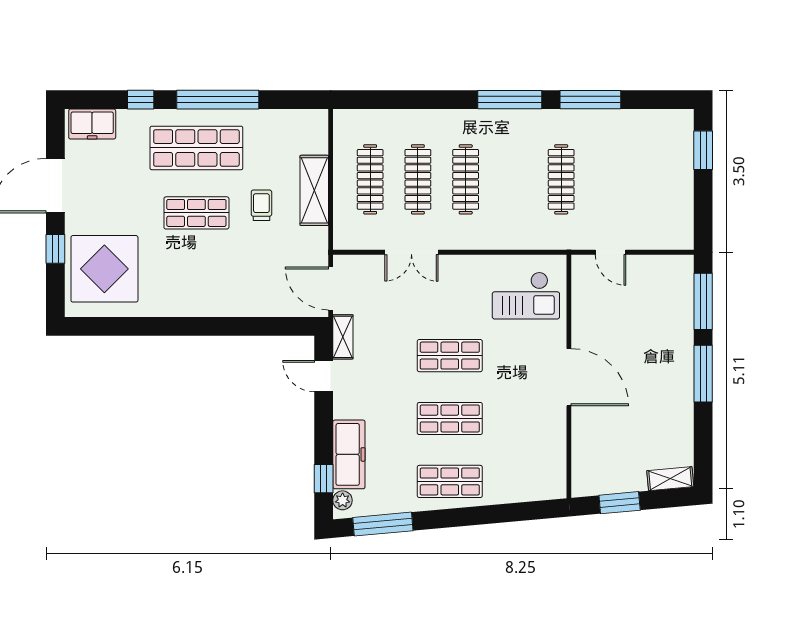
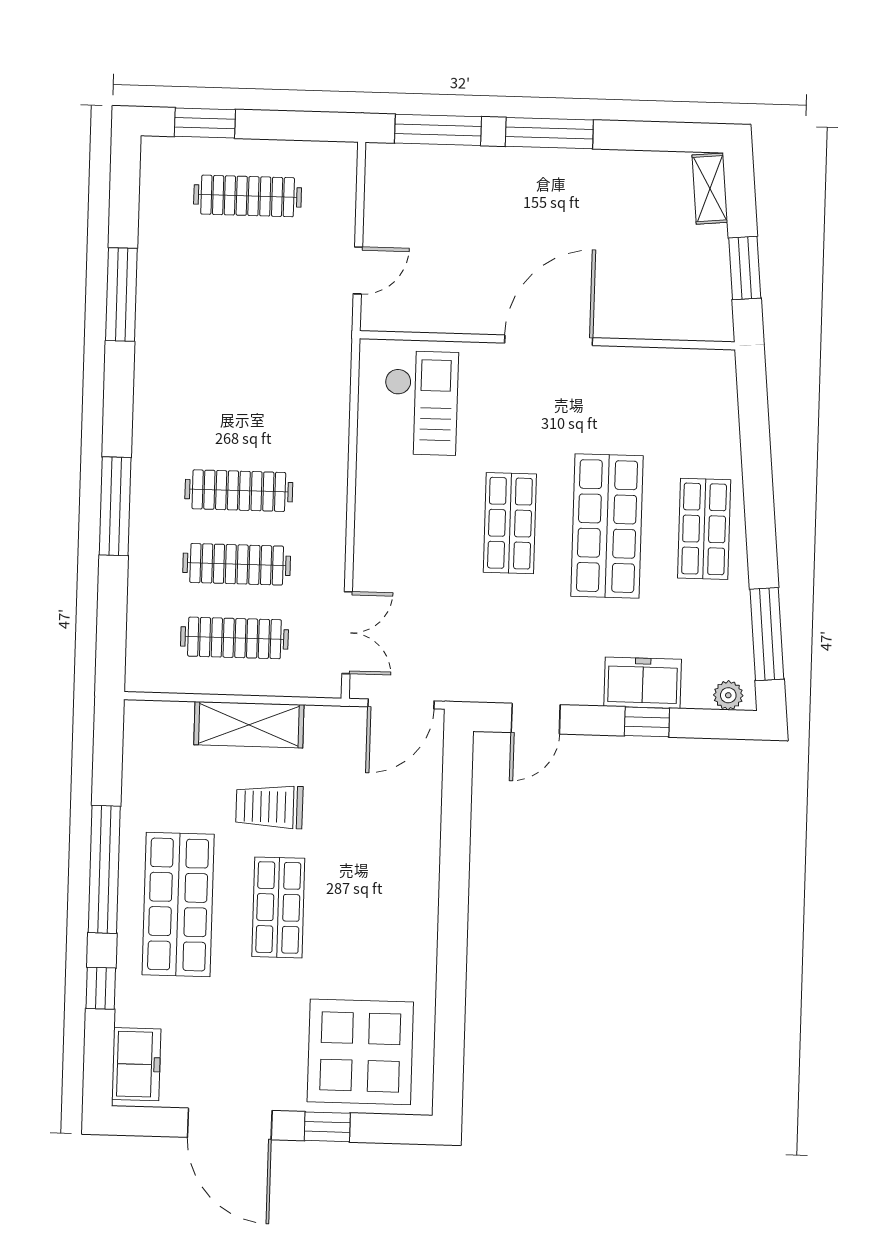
window: (510, 100) -> (115, 506), moved
clothes rail: (561, 179) -> (248, 196), moved
trolley: (261, 205) -> (269, 807), width x1.36, depth x1.39
double door: (411, 252) -> (347, 633), moved
shelving: (343, 337) -> (476, 687), removed
shop shelf: (450, 419) -> (607, 526), width x1.43, depth x1.36
freezer: (349, 454) -> (643, 683), width x0.71
window: (324, 479) -> (647, 722), moved

